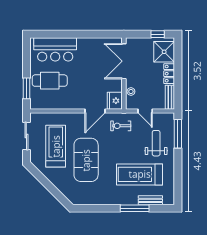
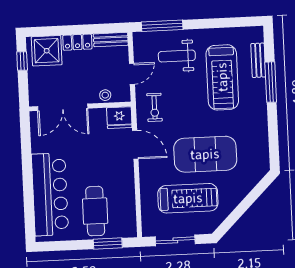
bar counter: (55, 49) -> (50, 194), width x1.36
treadmill: (56, 146) -> (188, 198), turned 180

